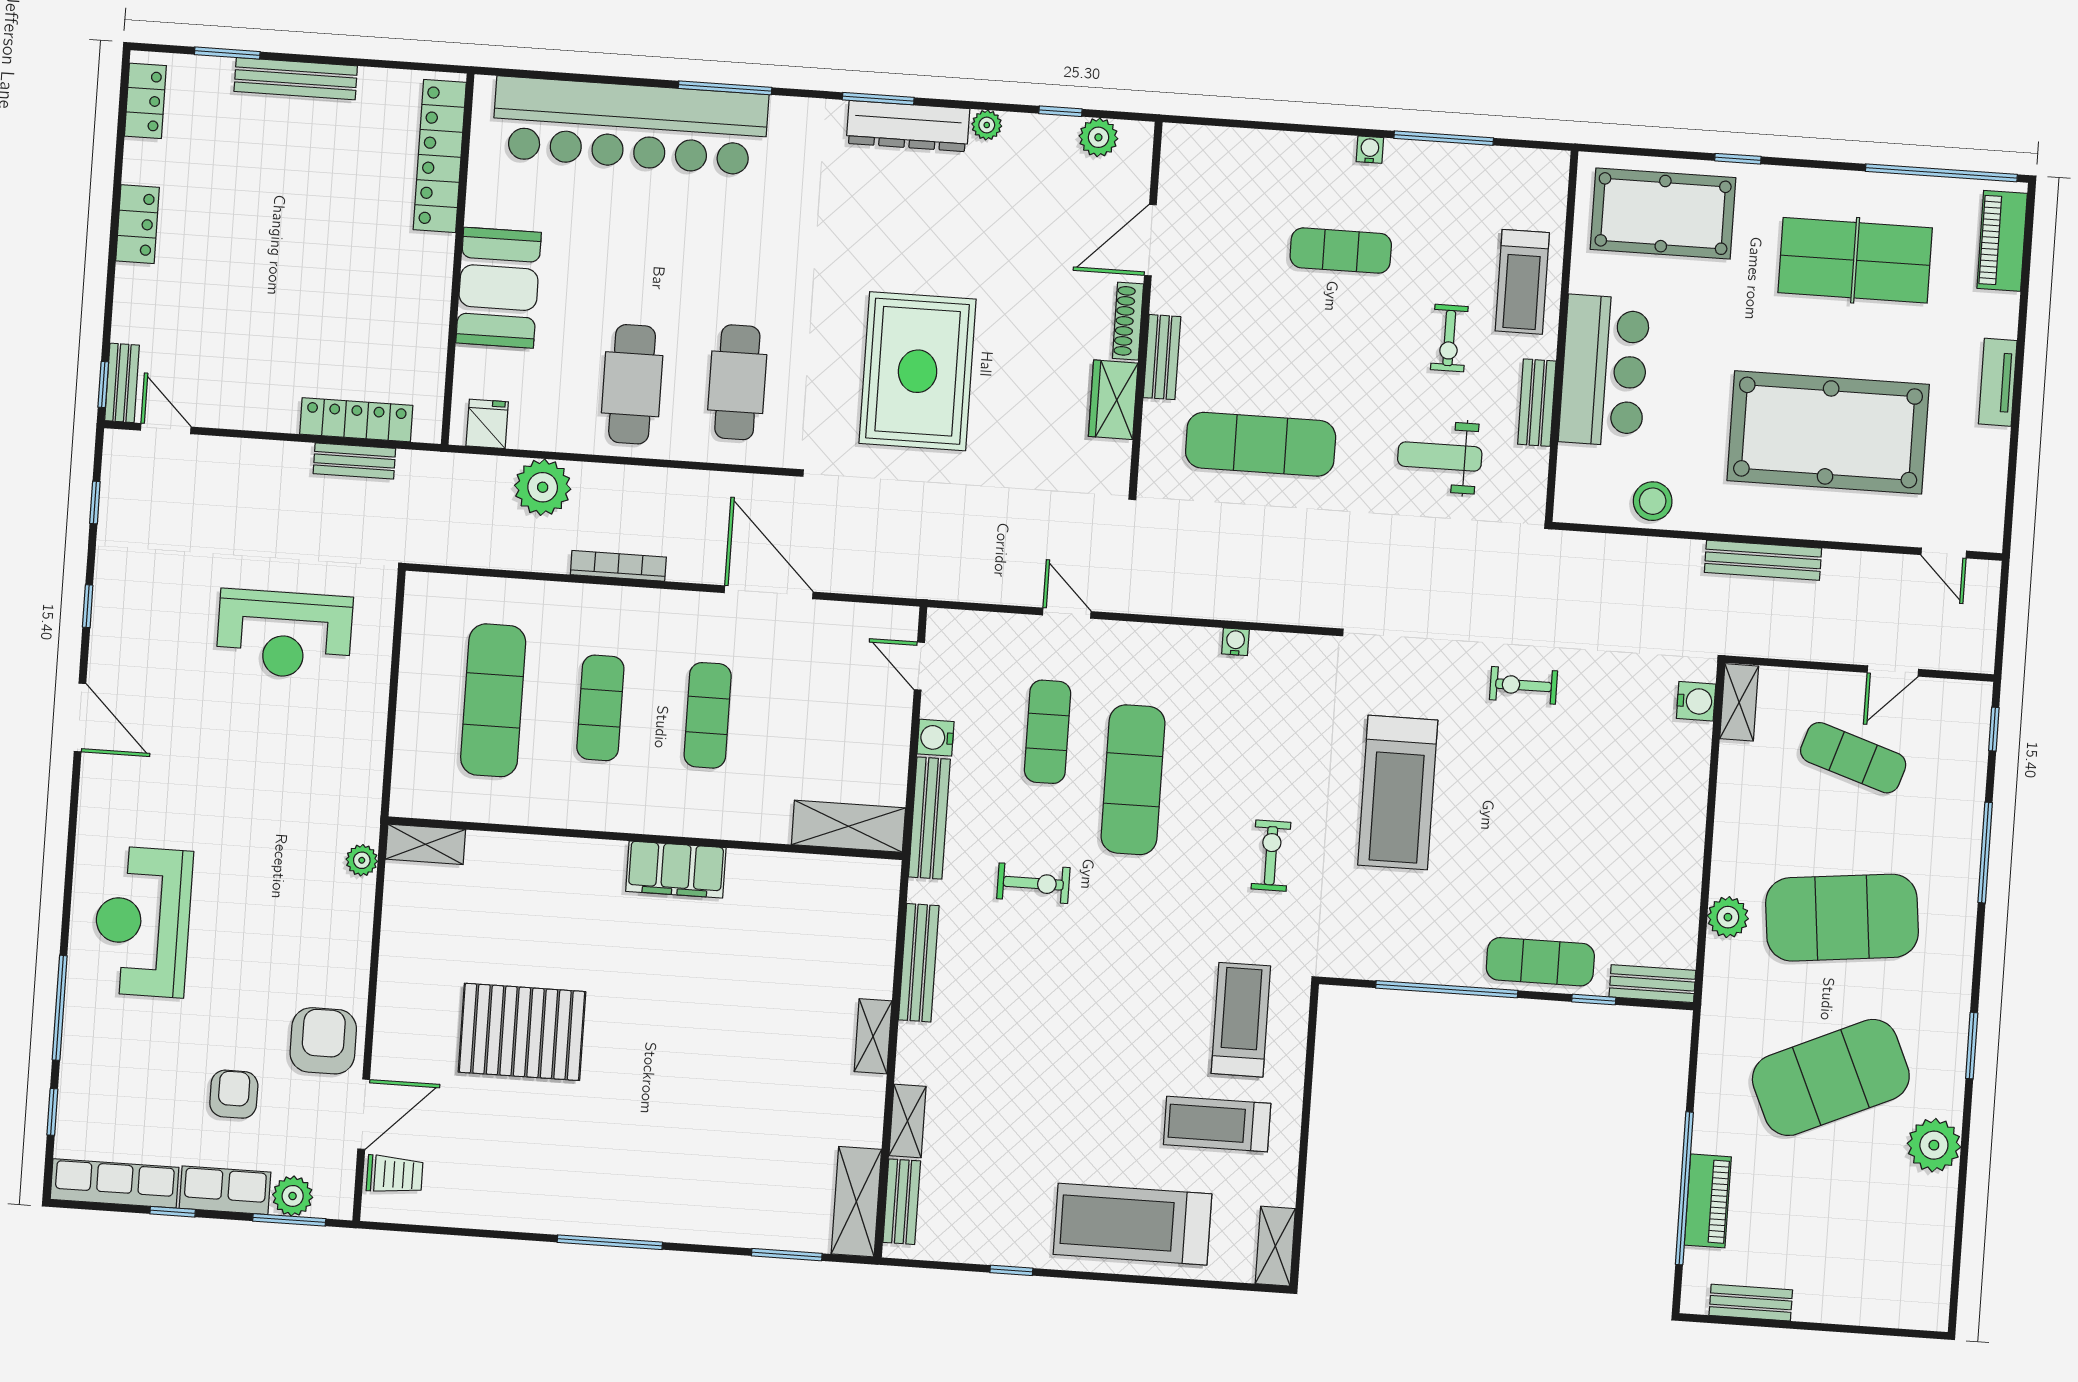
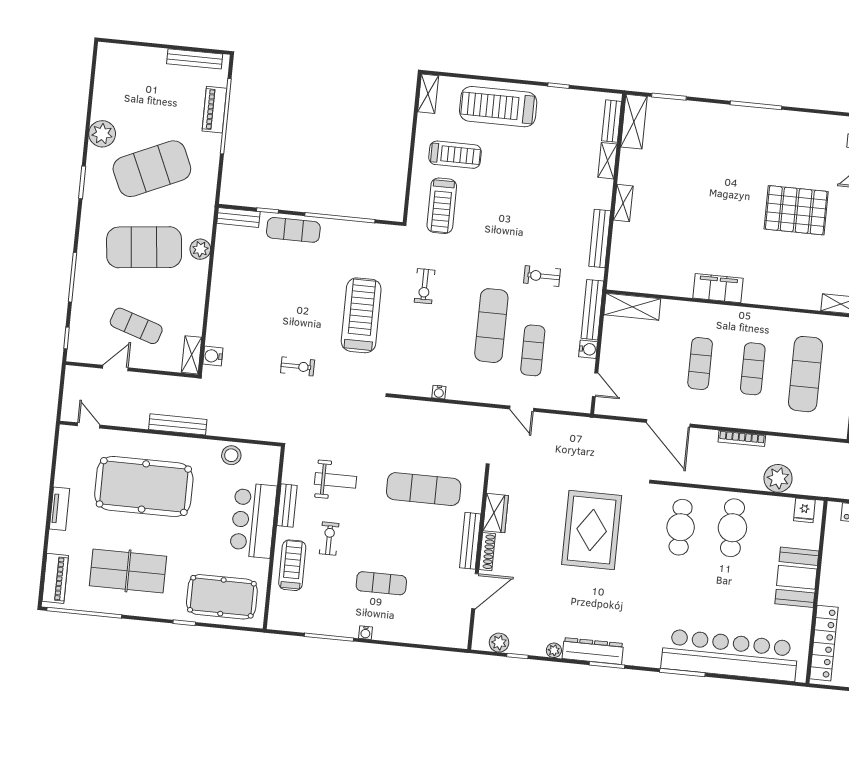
bench: (1162, 357) -> (470, 541), width x1.36
treadmill: (1132, 1224) -> (498, 107), turned 180
bench: (1751, 1303) -> (195, 59), width x1.36

